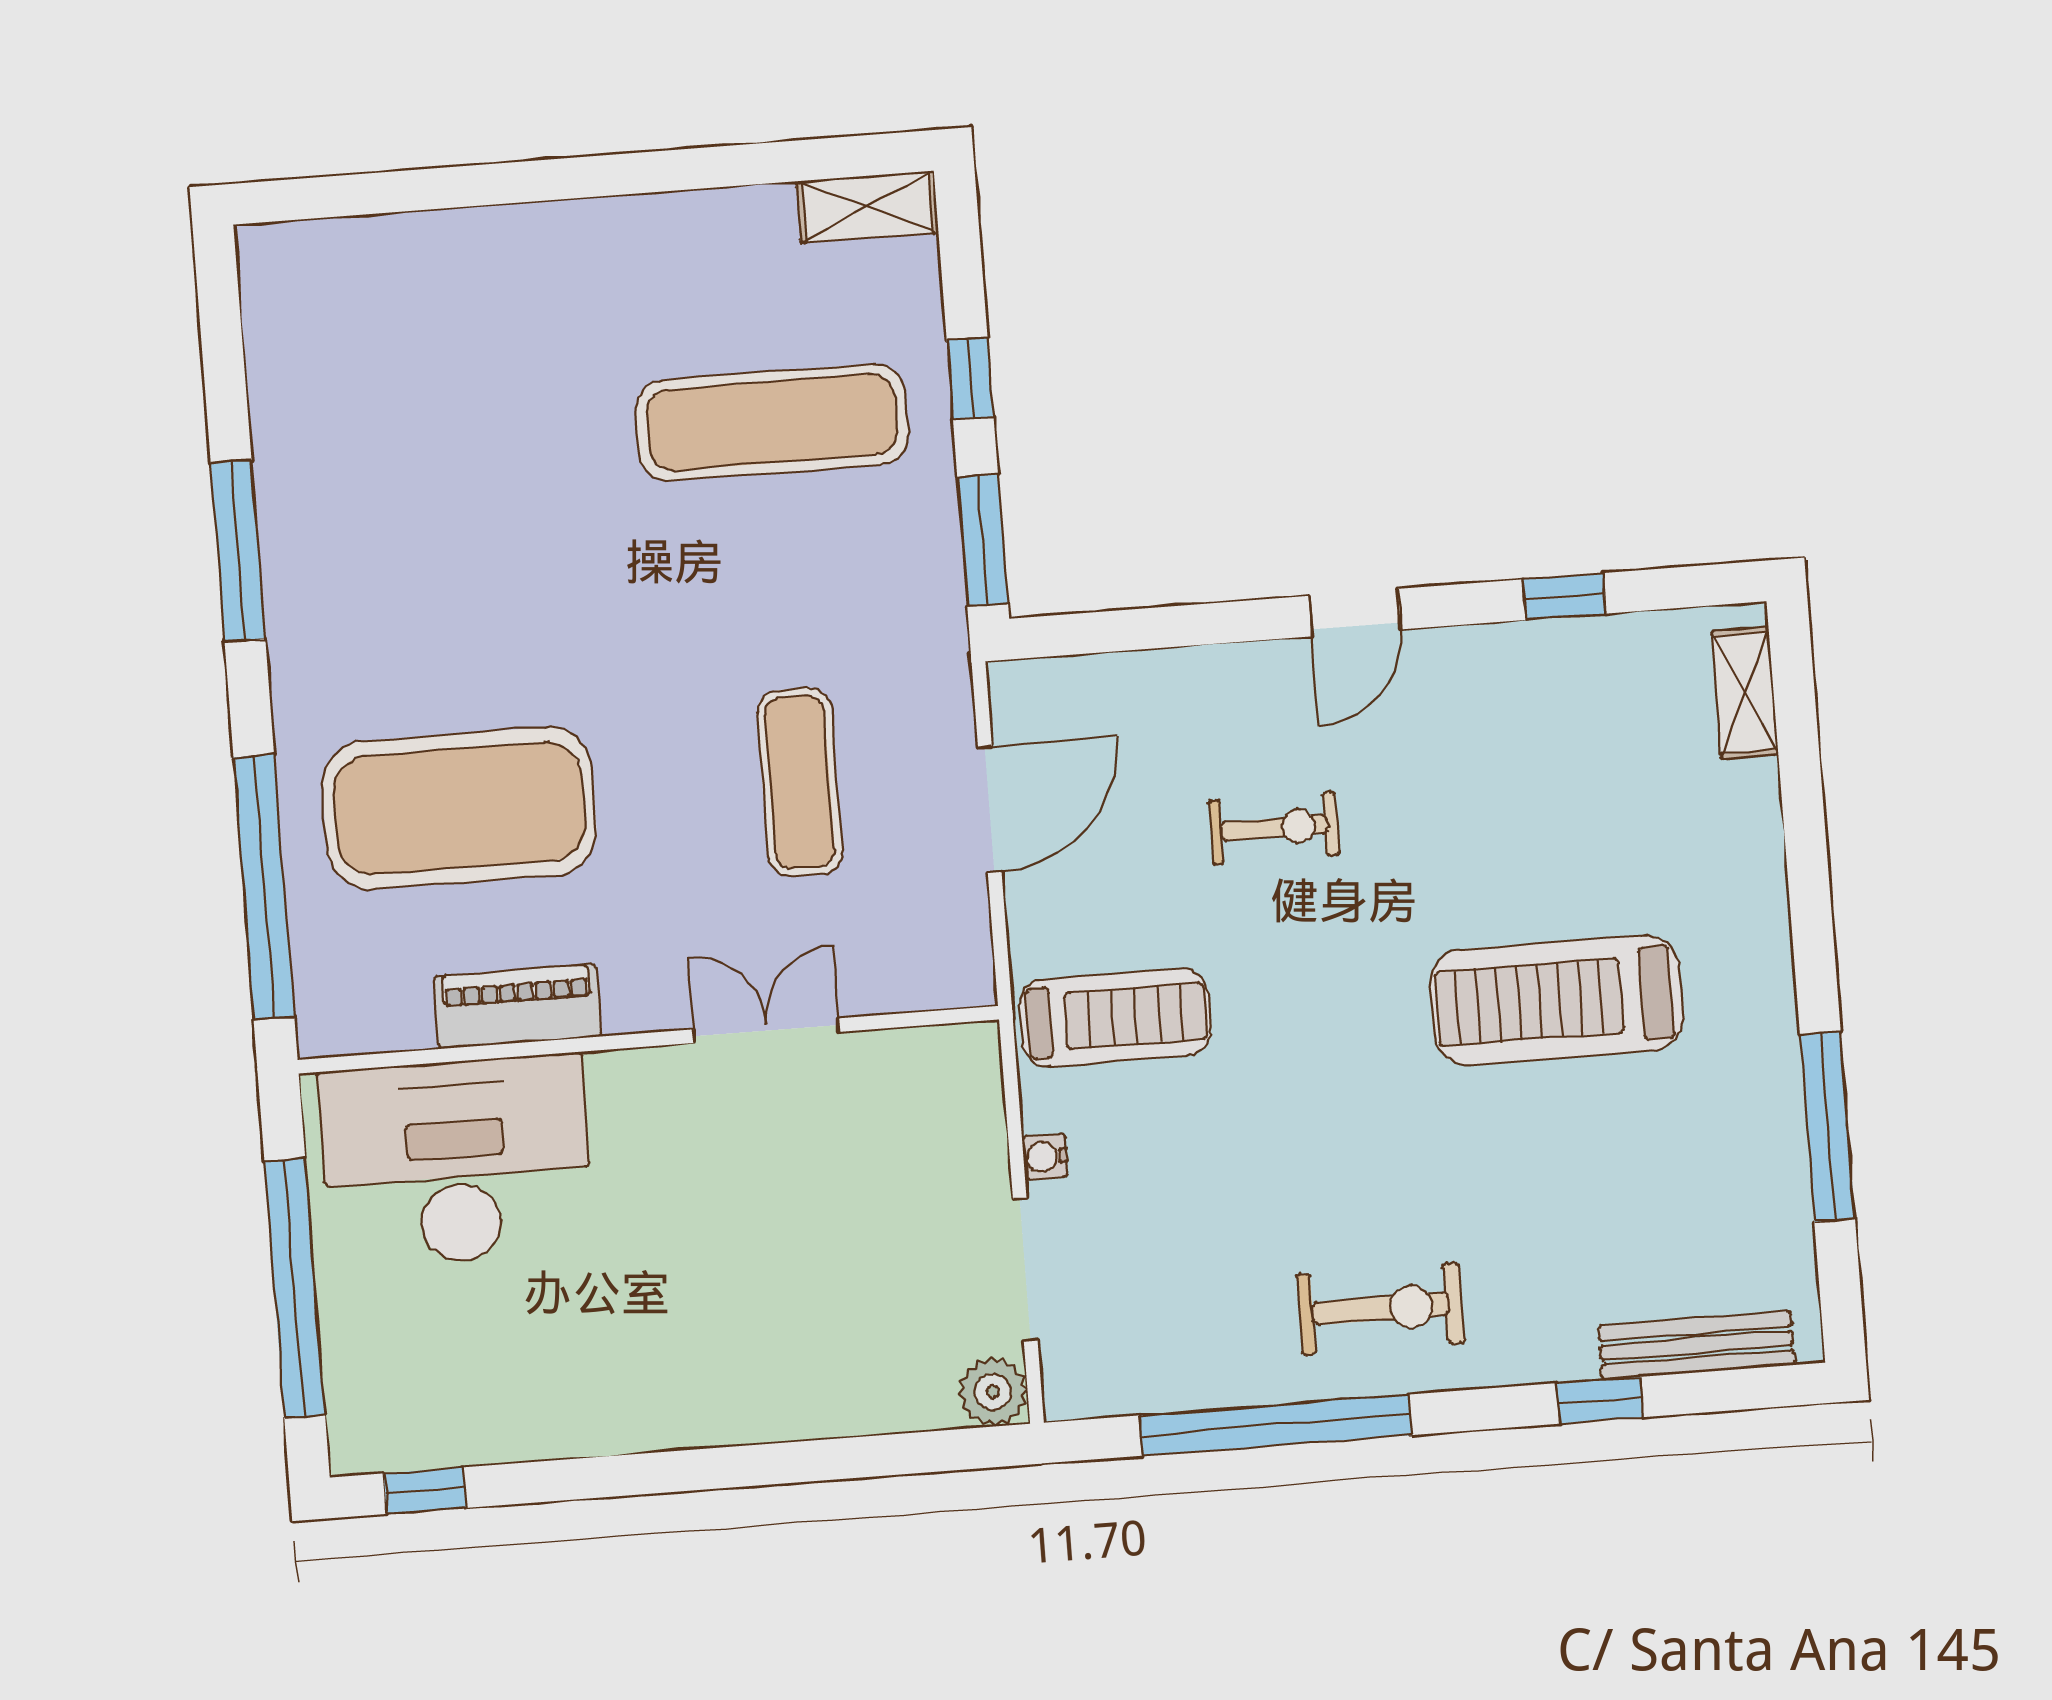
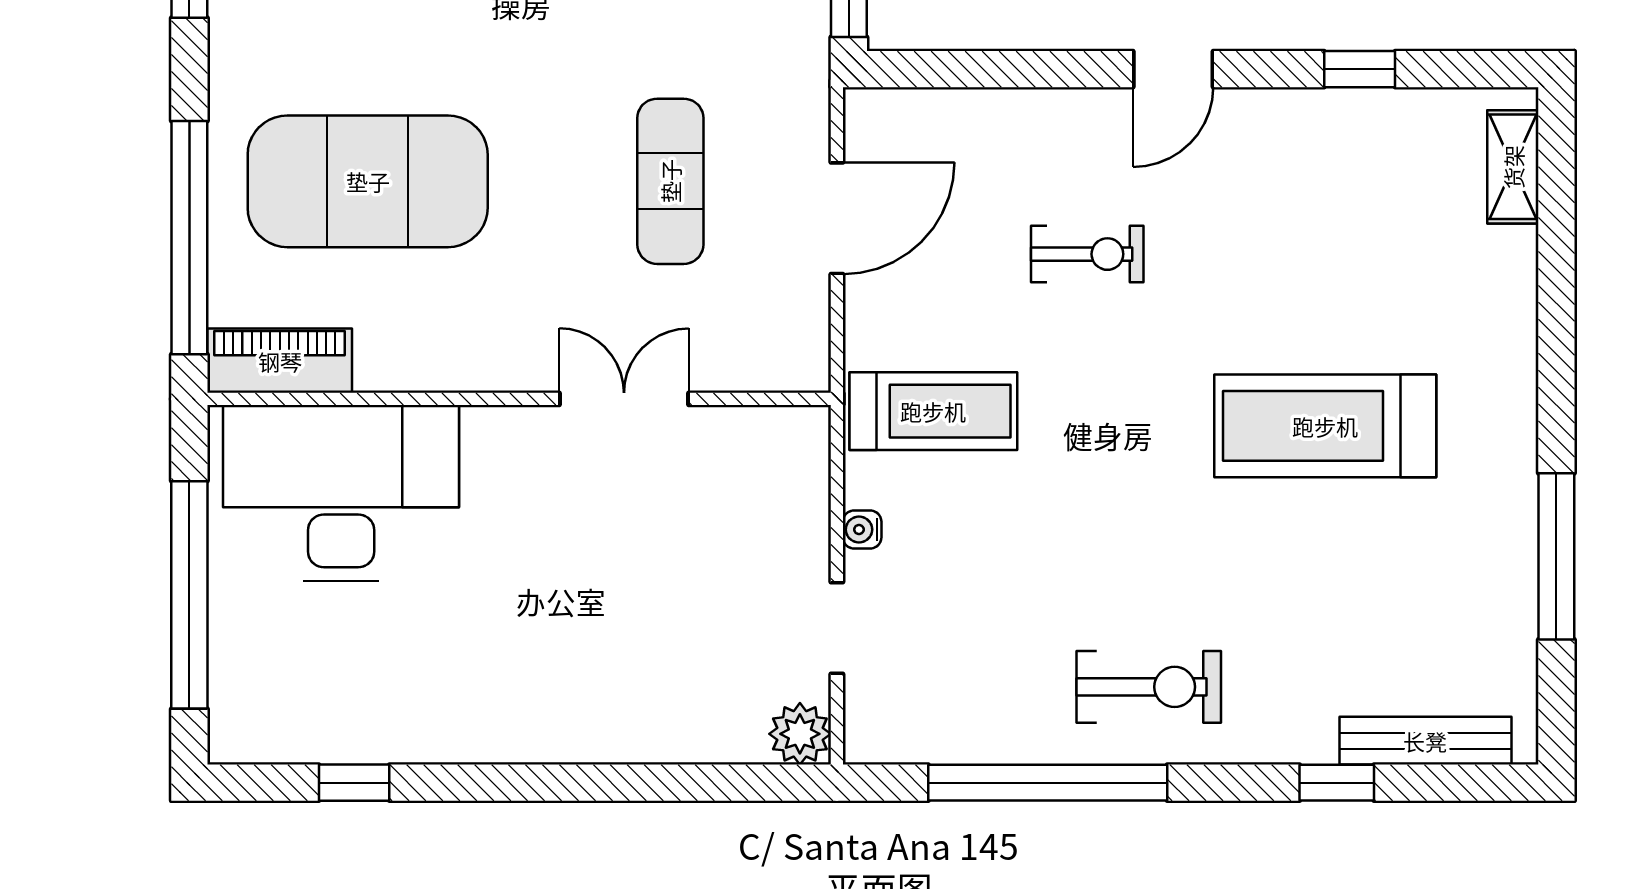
piano: (518, 1006) -> (280, 361), moved
doorway: (1025, 1270) -> (837, 628), width x0.73
window: (425, 1491) -> (354, 783), moved

